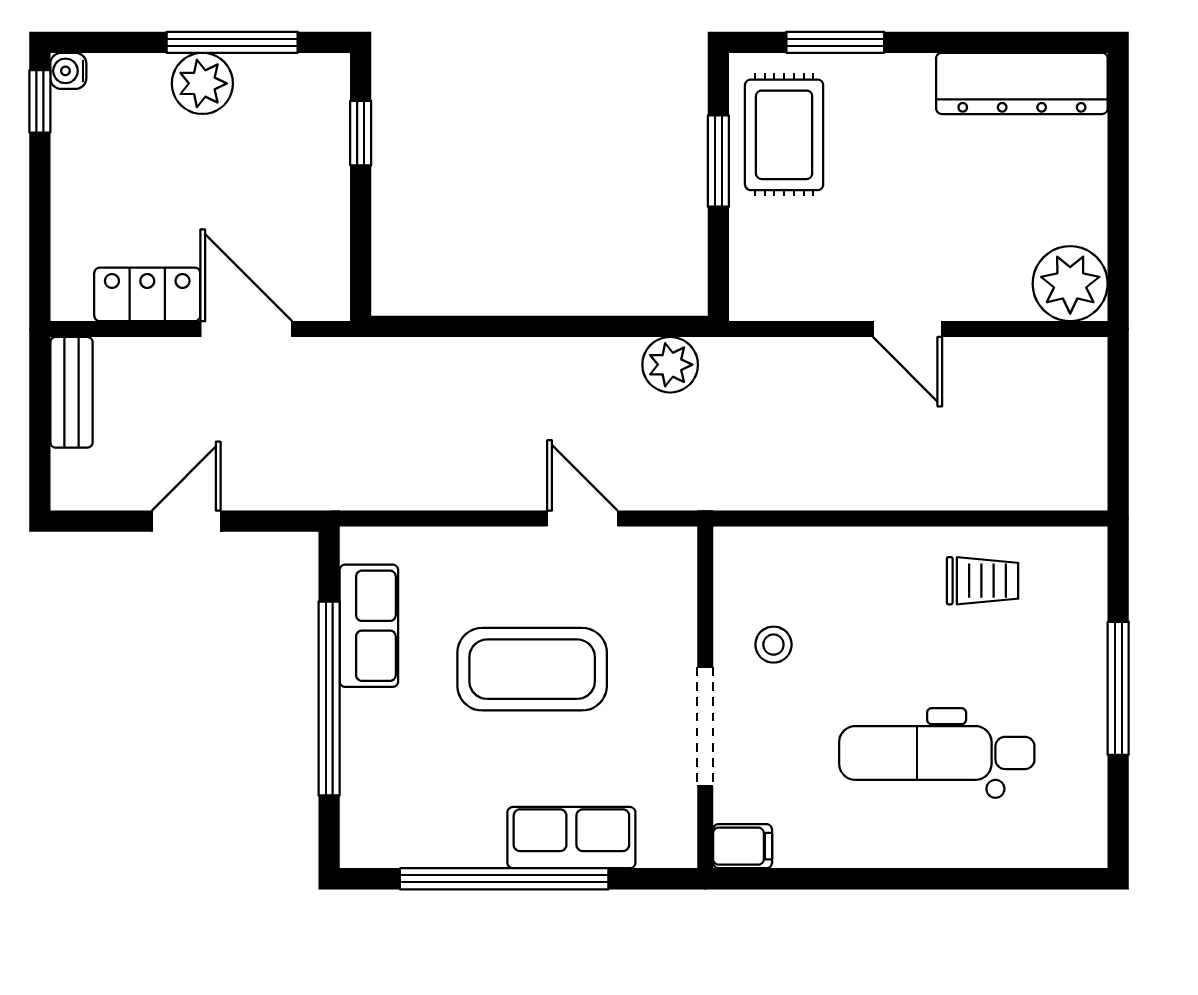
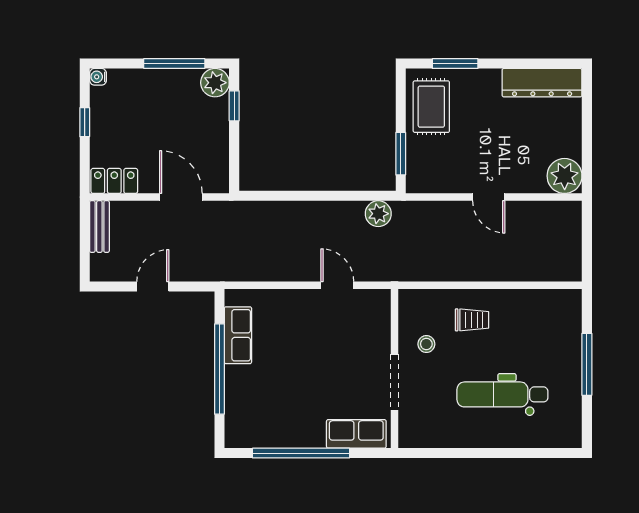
plant: (202, 83) -> (215, 83), moved
window: (40, 101) -> (85, 122), moved
window: (718, 161) -> (401, 154), moved
locker: (147, 294) -> (114, 181), moved
trolley: (983, 581) -> (472, 320), moved
coffee table: (532, 669) -> (314, 355), removed
row of seats: (571, 838) -> (356, 434), moved
filing cabinet: (743, 846) -> (412, 438), removed

